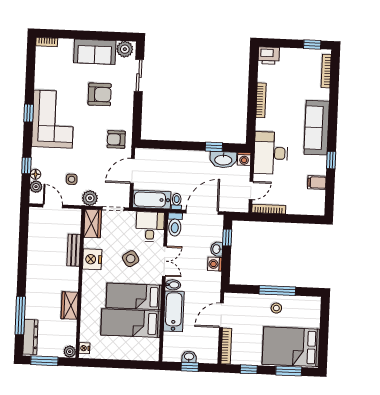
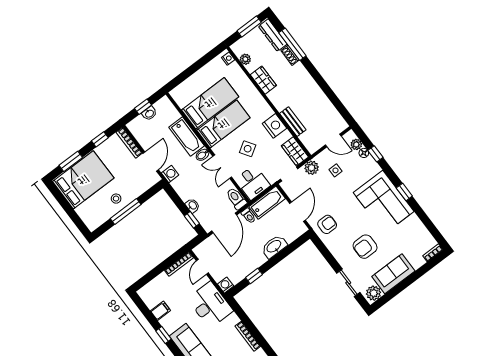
washbasin: (223, 160) -> (274, 247), moved
washing machine: (215, 264) -> (170, 174), moved
shoe rack: (30, 308) -> (290, 55), added
plant: (70, 352) -> (245, 59), moved

